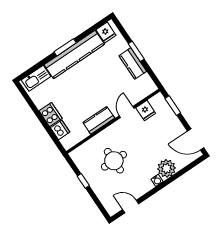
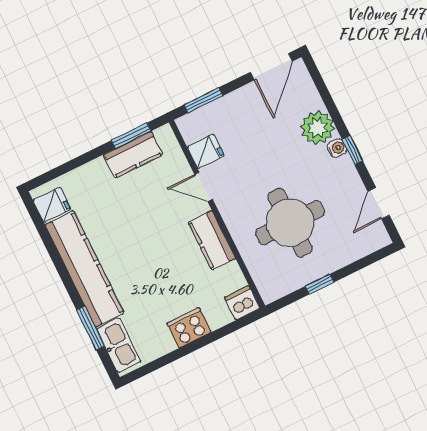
window: (65, 47) -> (91, 328), moved
window: (136, 51) -> (131, 136), moved
kitchen counter: (133, 64) -> (133, 155), moved
dishwasher: (60, 130) -> (242, 303), moved
round table: (114, 161) -> (290, 223), width x1.36, depth x1.36
window: (157, 189) -> (352, 150), added

